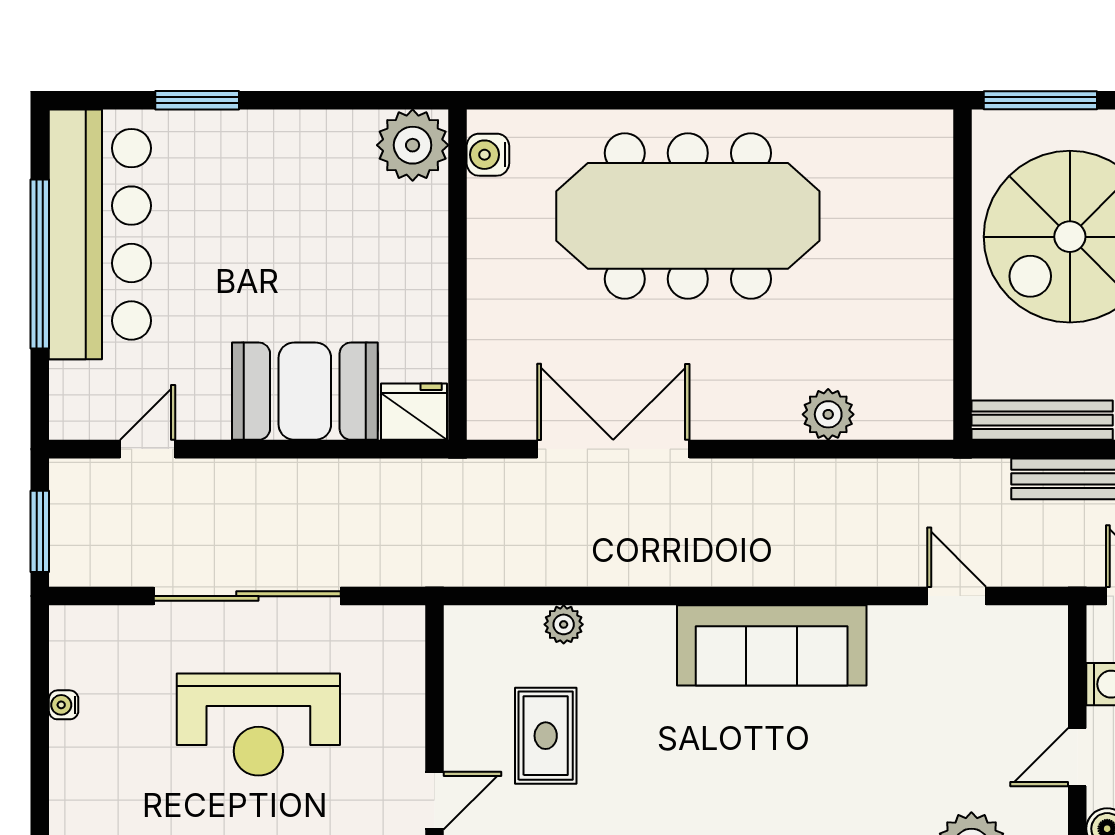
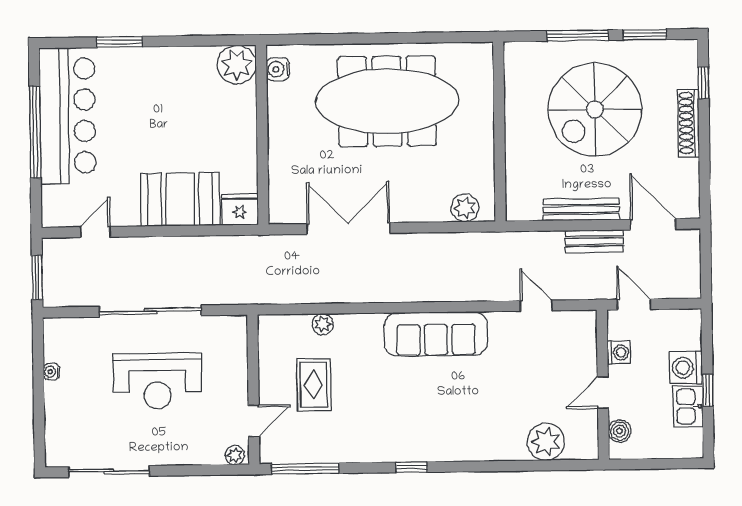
wall: (963, 275) -> (499, 131), moved

